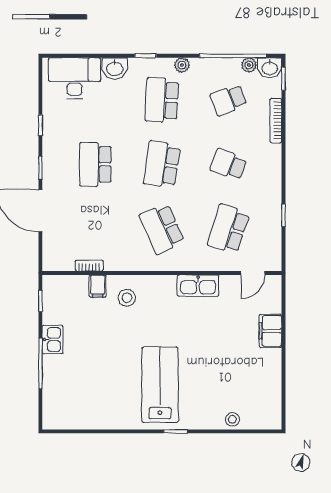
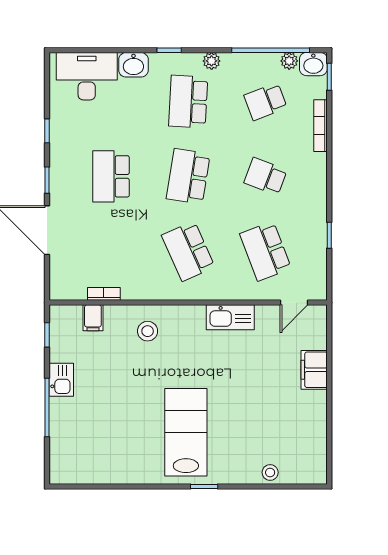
school desk: (228, 229) -> (265, 251), turned -39
filing cabinet: (98, 286) -> (93, 318), moved

